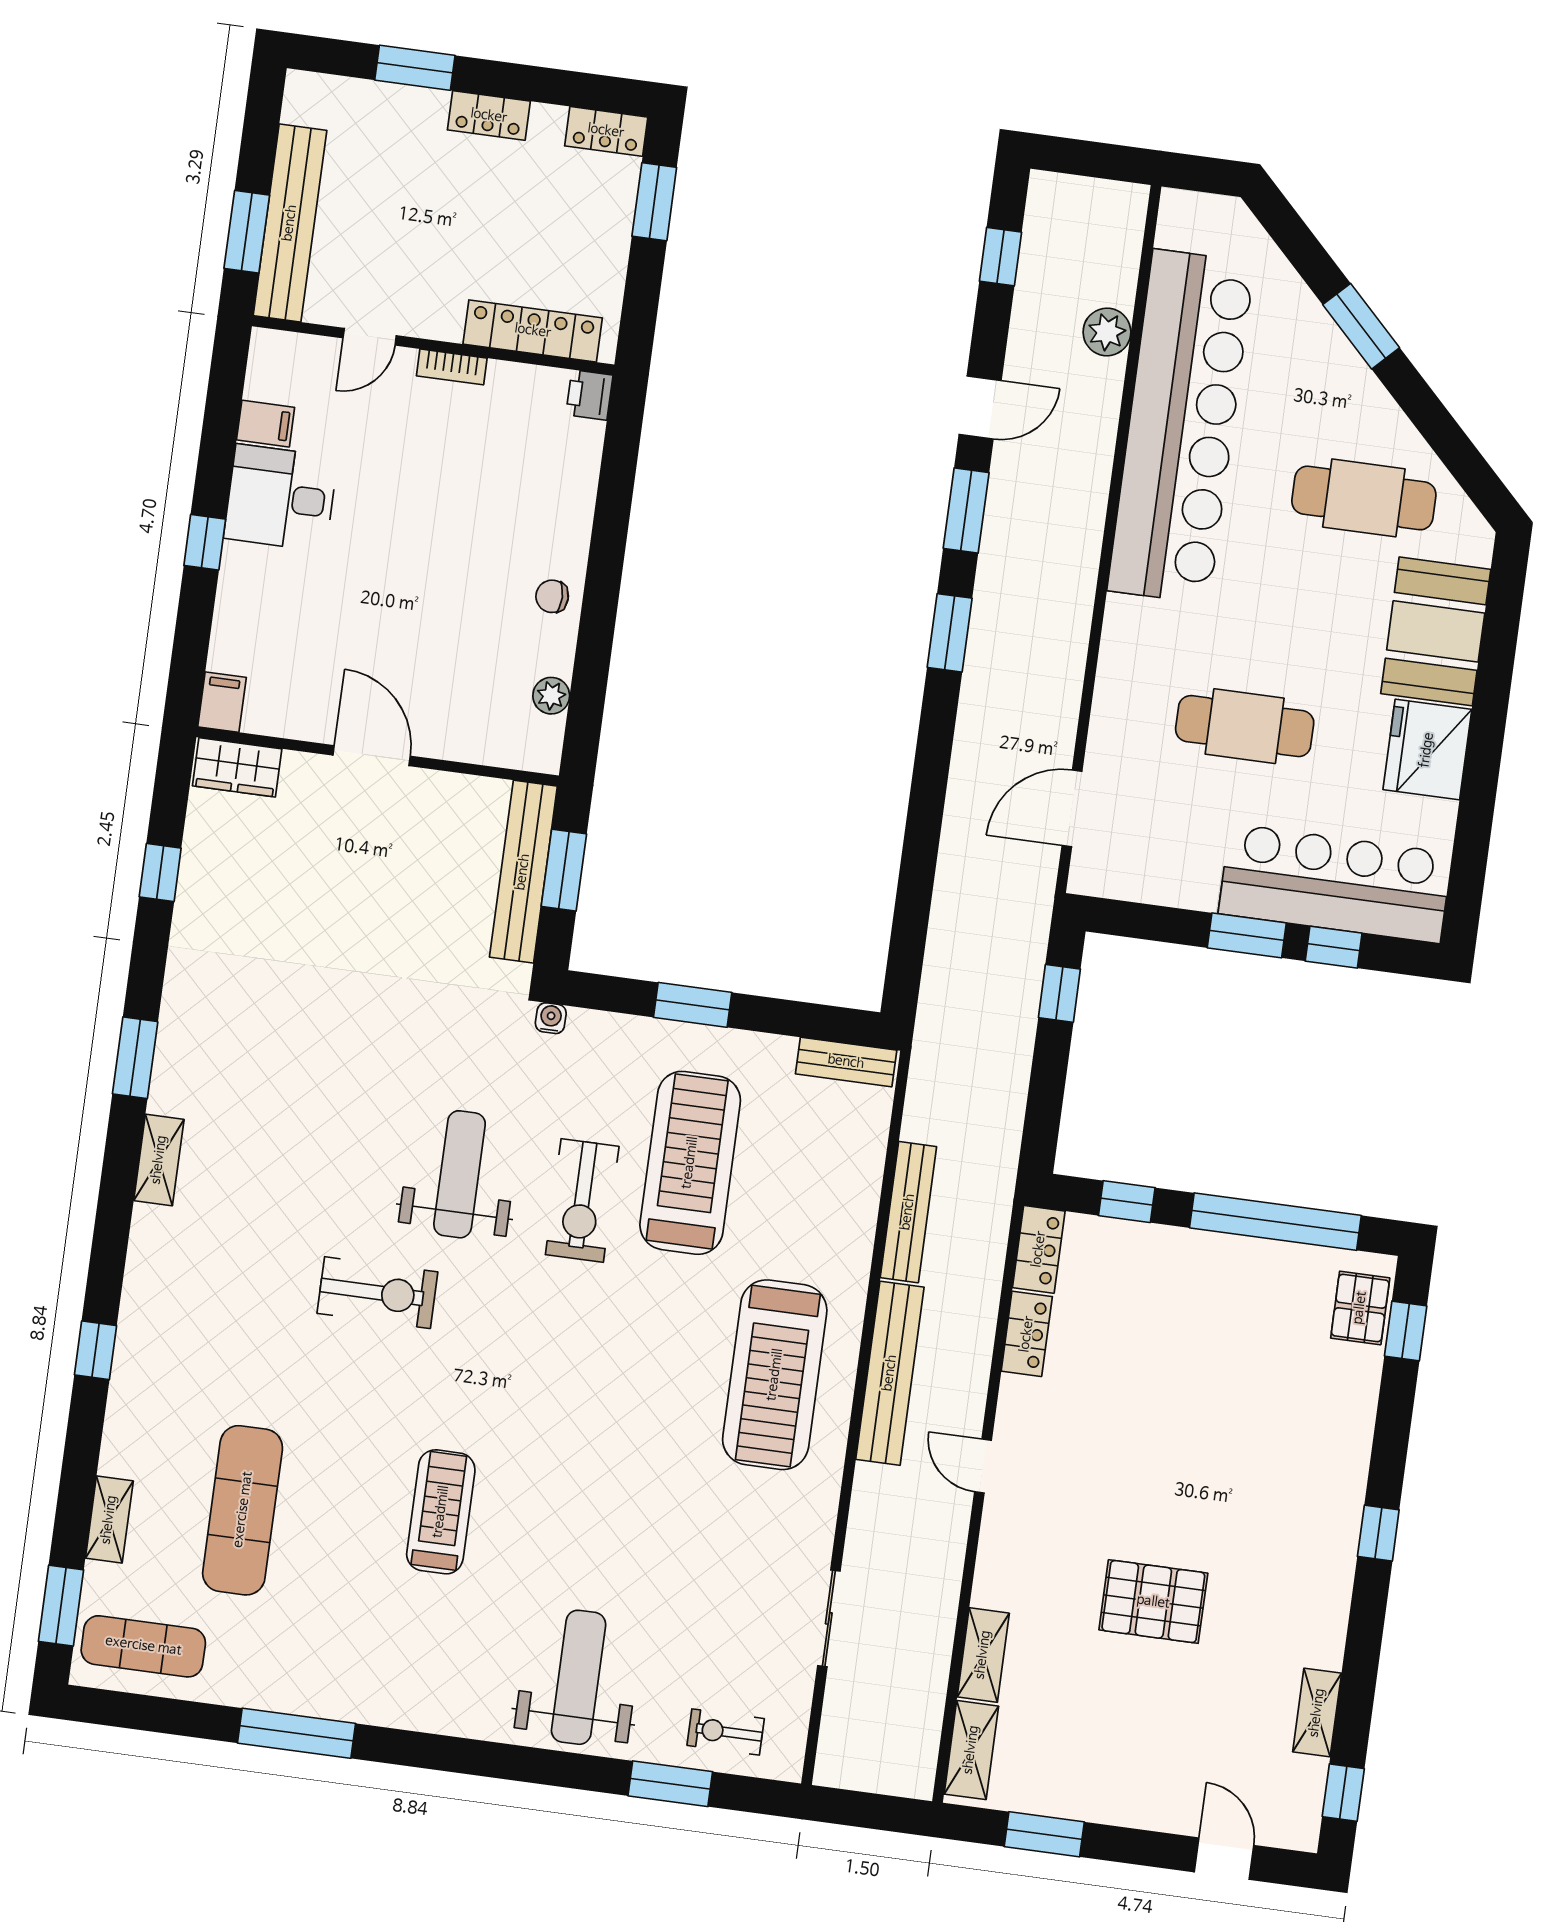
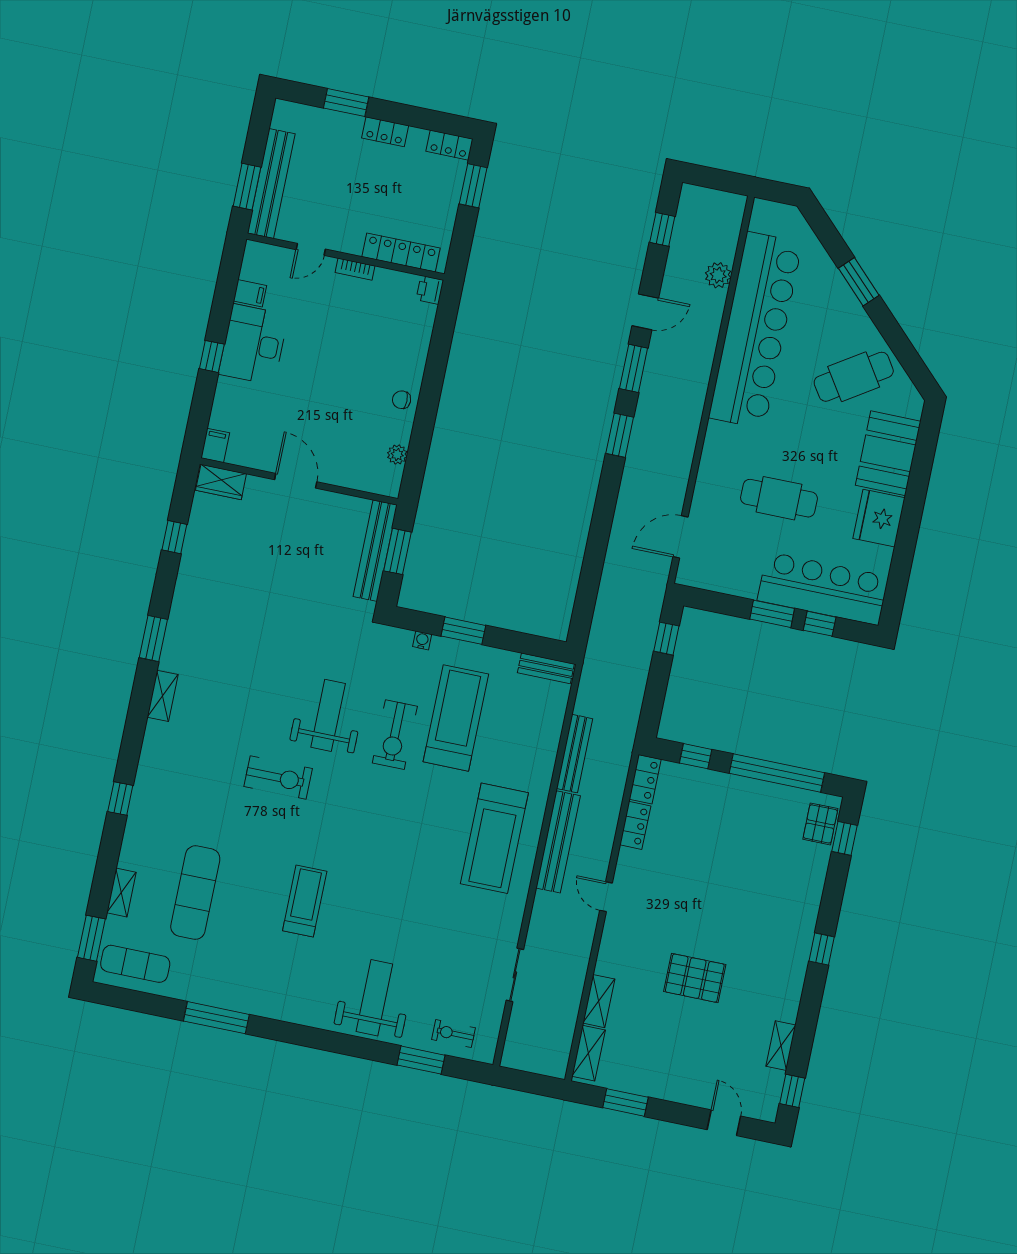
desk: (281, 498) -> (253, 344), width x1.37
cafe table: (1364, 498) -> (854, 377), turned -33
water cooler: (551, 1018) -> (422, 640), moved

